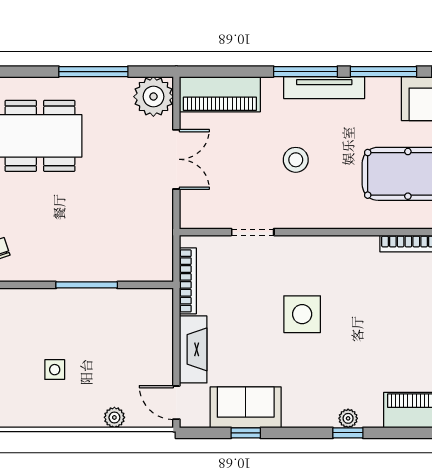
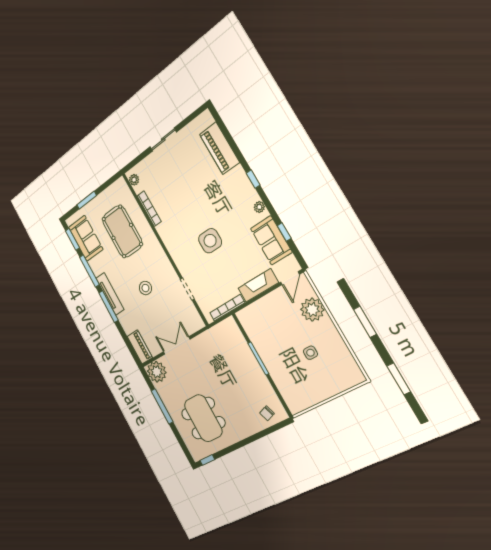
piano: (220, 94) -> (140, 347), width x0.73, depth x0.75
plant: (114, 417) -> (312, 310), width x1.88, depth x1.88
plant: (348, 418) -> (259, 207), moved

